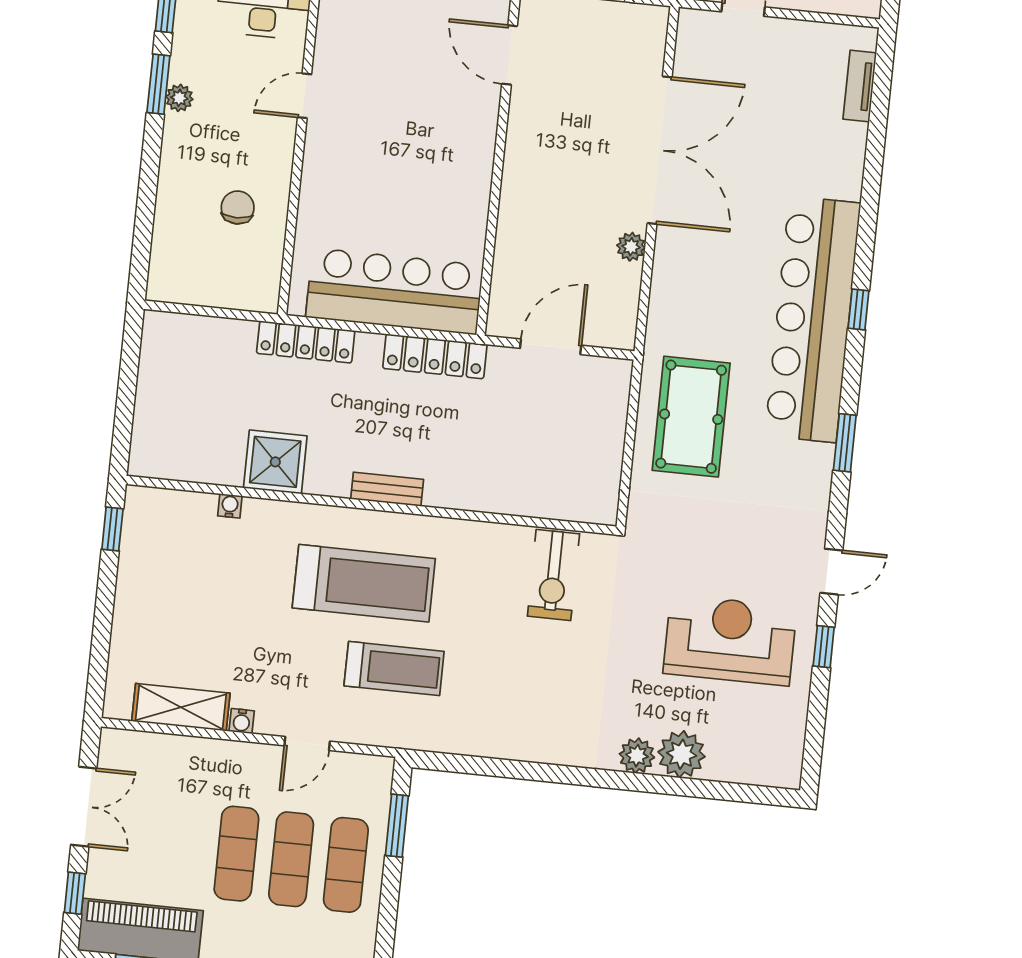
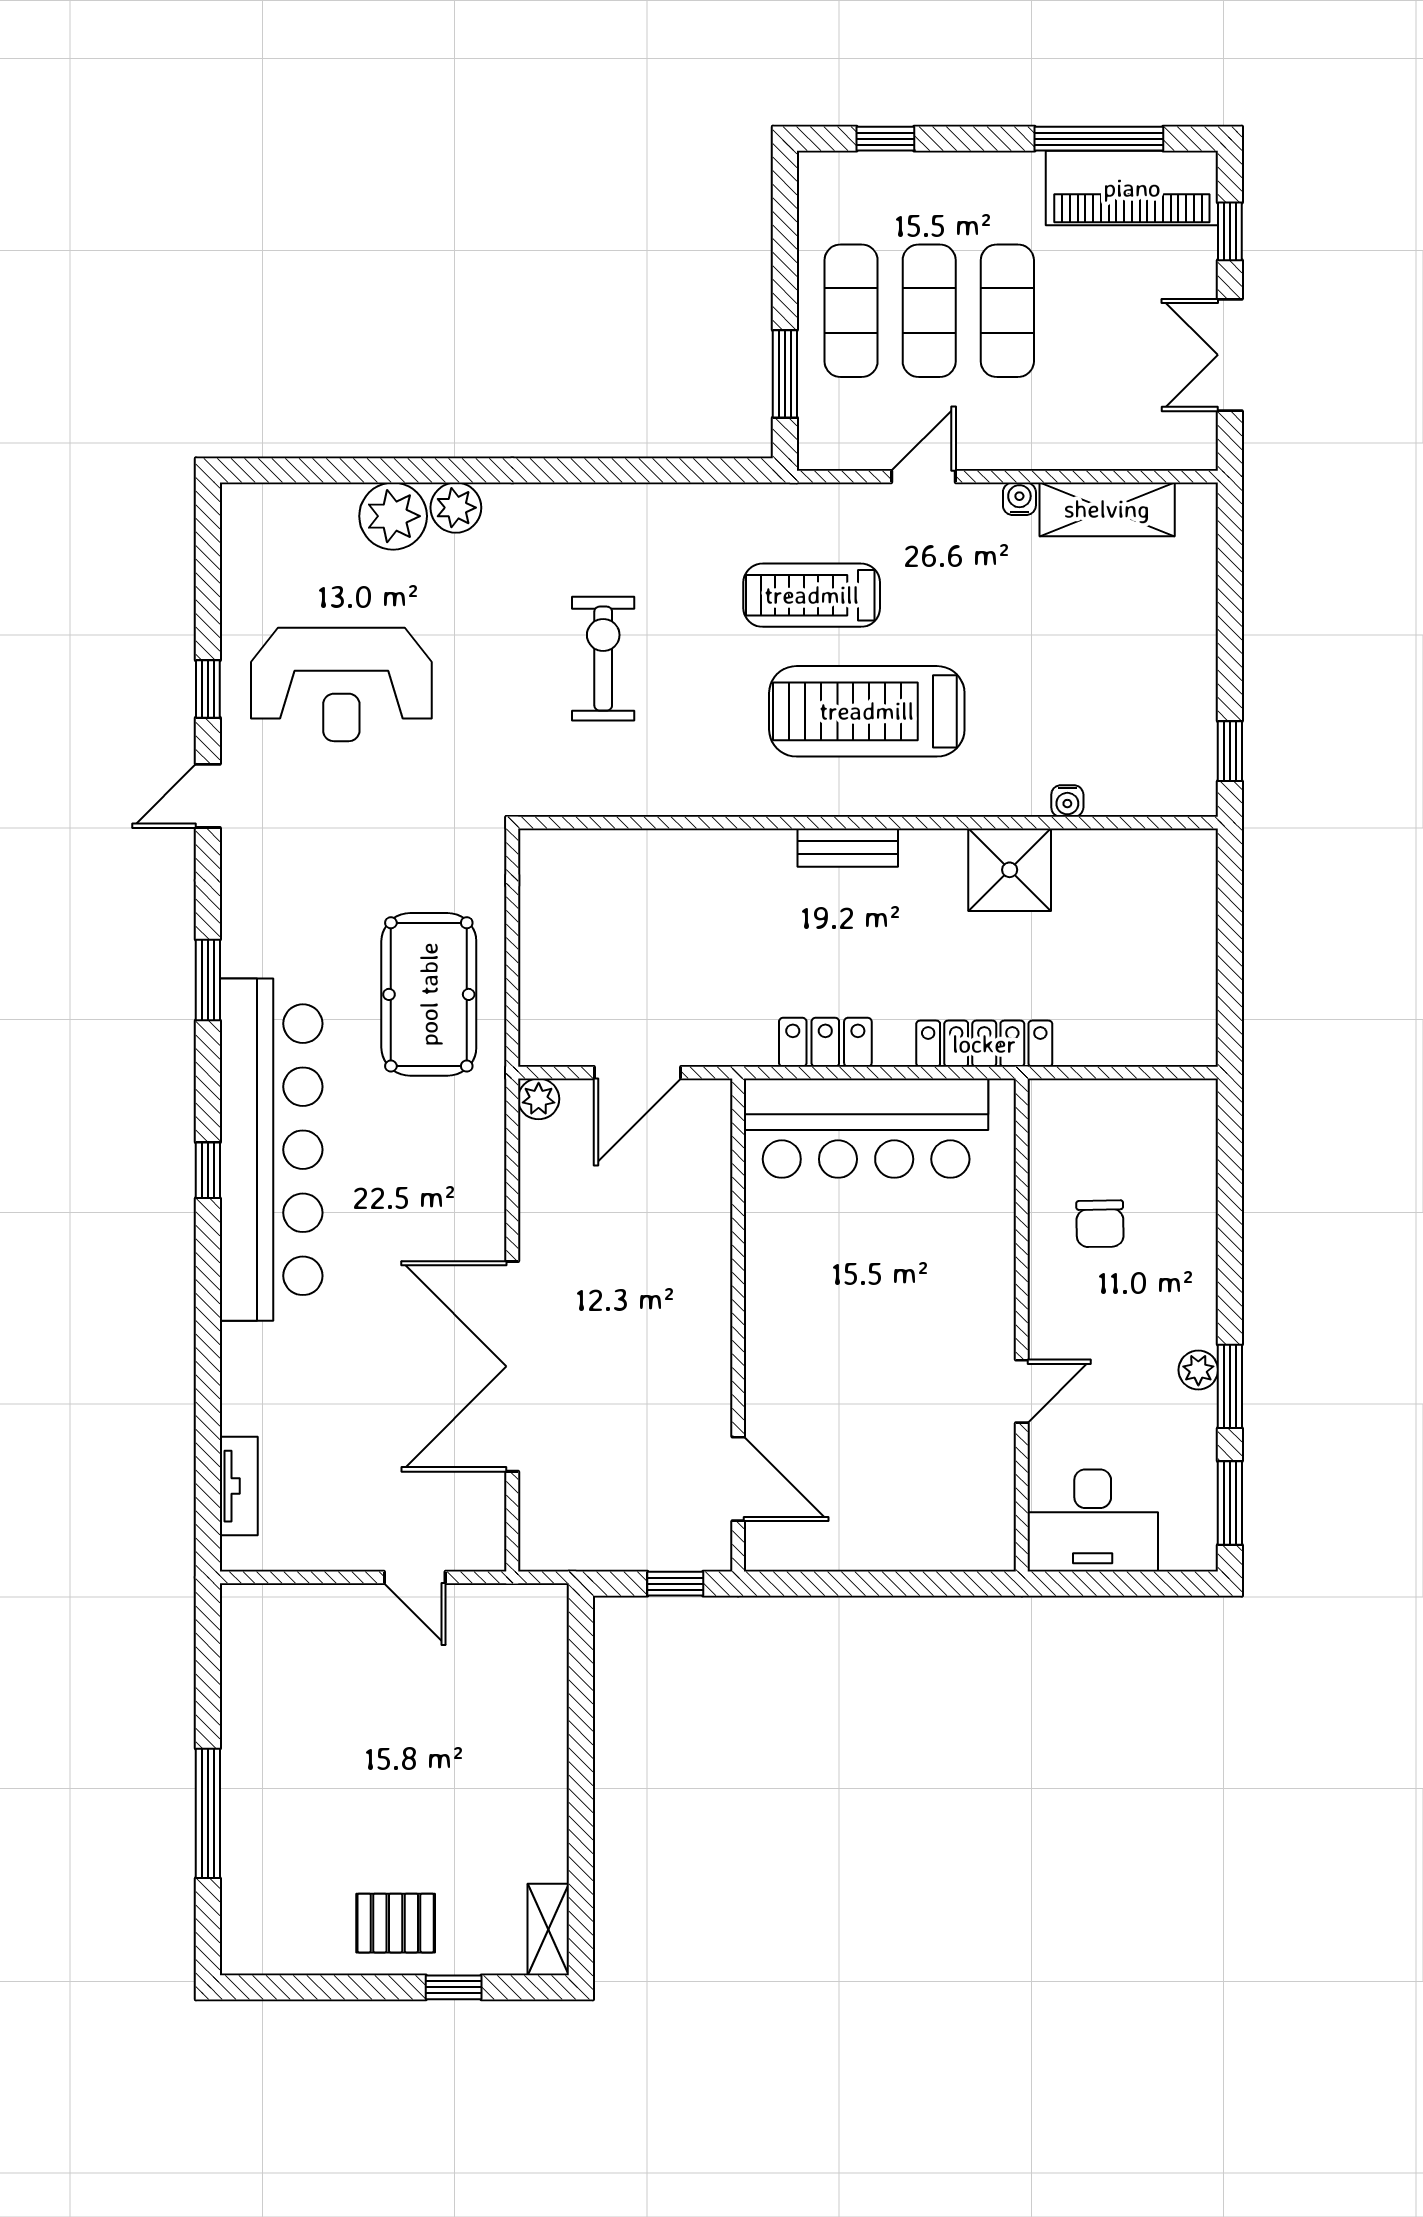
plant: (631, 247) -> (539, 1099), moved
locker: (435, 356) -> (825, 1042), width x0.66
exercise bike: (553, 575) -> (603, 659), moved

